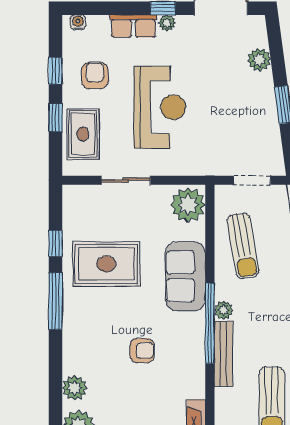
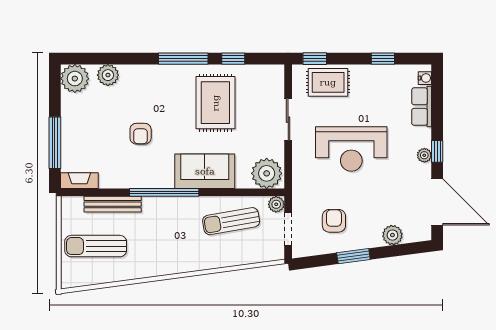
row of seats: (133, 26) -> (422, 107), moved
armchair: (95, 76) -> (334, 221), moved, turned -90
window: (56, 118) -> (315, 59), moved
plant: (224, 310) -> (276, 204), moved
bench: (224, 354) -> (113, 204), moved

